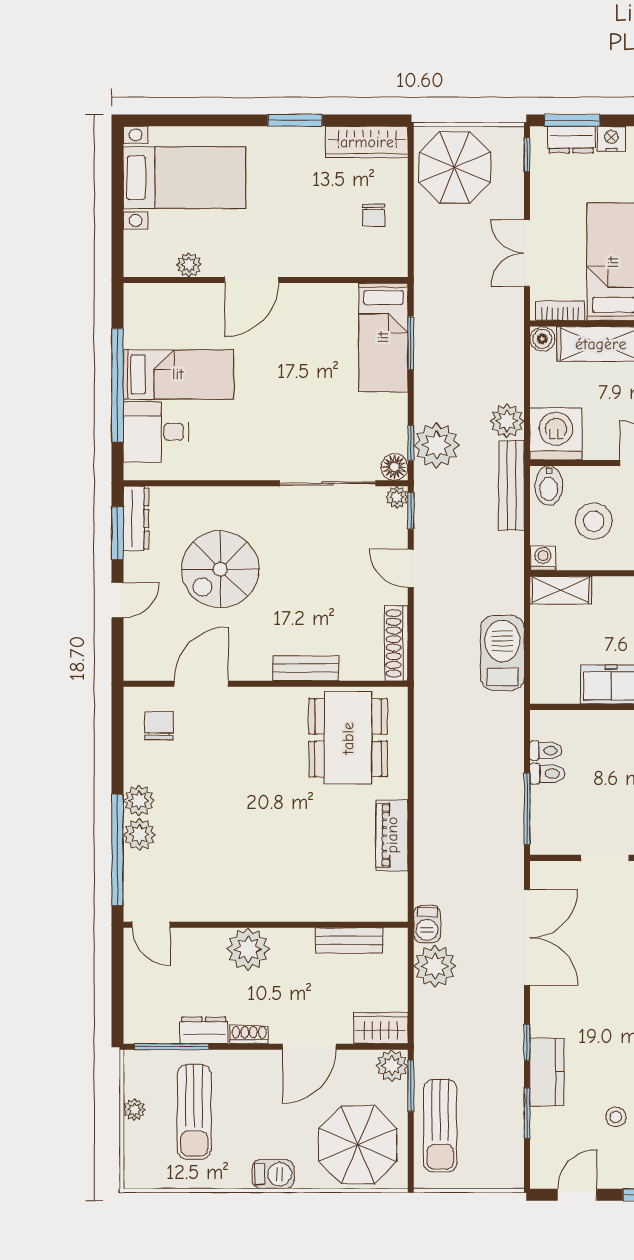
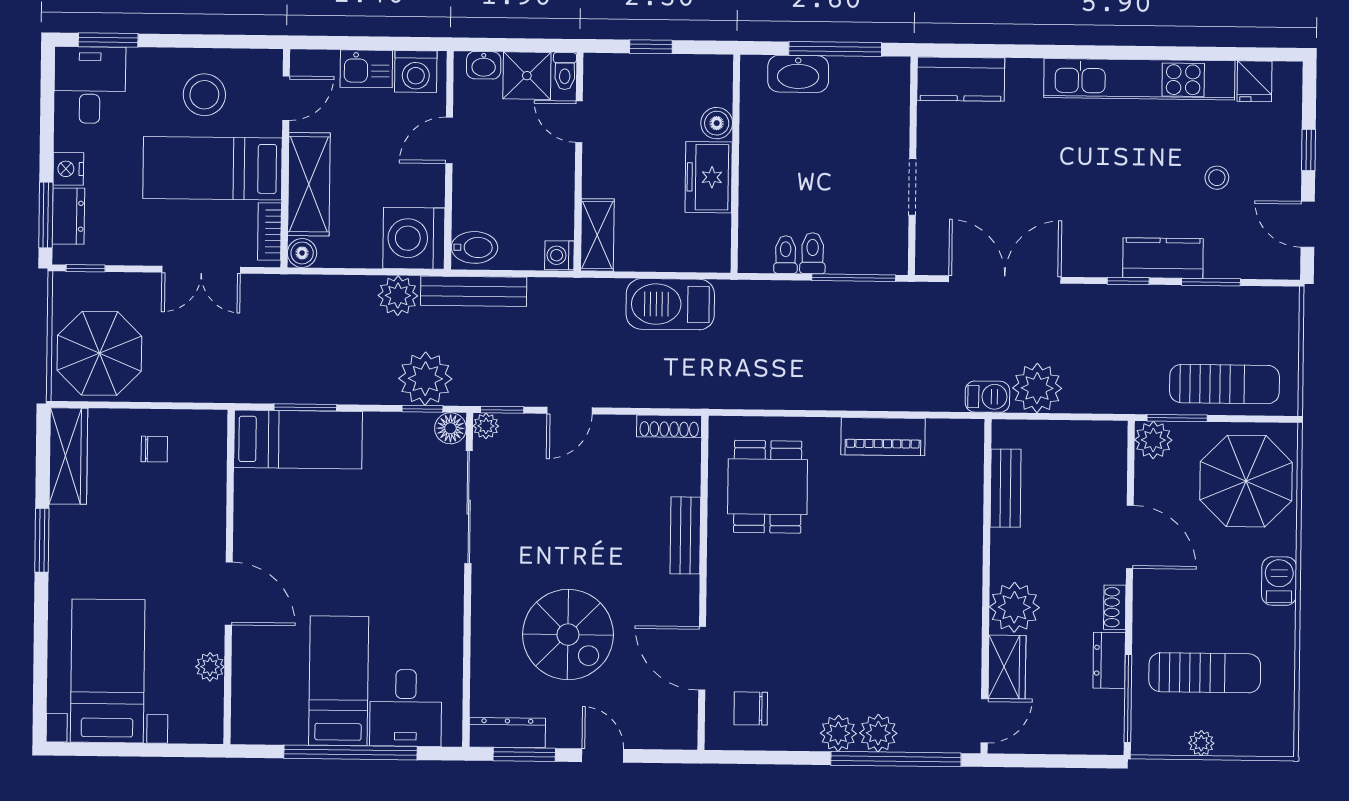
stool: (594, 521) -> (517, 195), removed
shoe rack: (396, 643) -> (669, 426), width x0.74, depth x0.81
dining table: (348, 738) -> (768, 487), width x0.73
wardrobe: (381, 1028) -> (1007, 667), moved, turned 180

